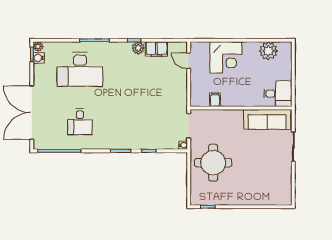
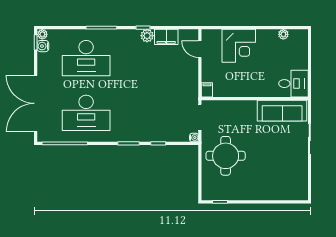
plant: (268, 51) -> (283, 34), width x0.53, depth x0.53
filing cabinet: (215, 100) -> (207, 90), moved
desk: (80, 122) -> (86, 113), width x1.87, depth x1.30

